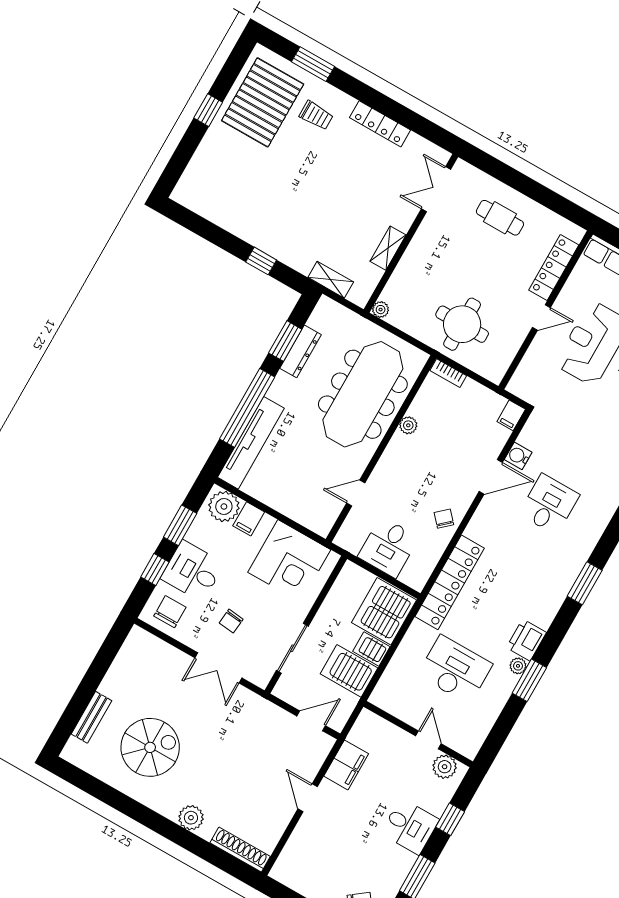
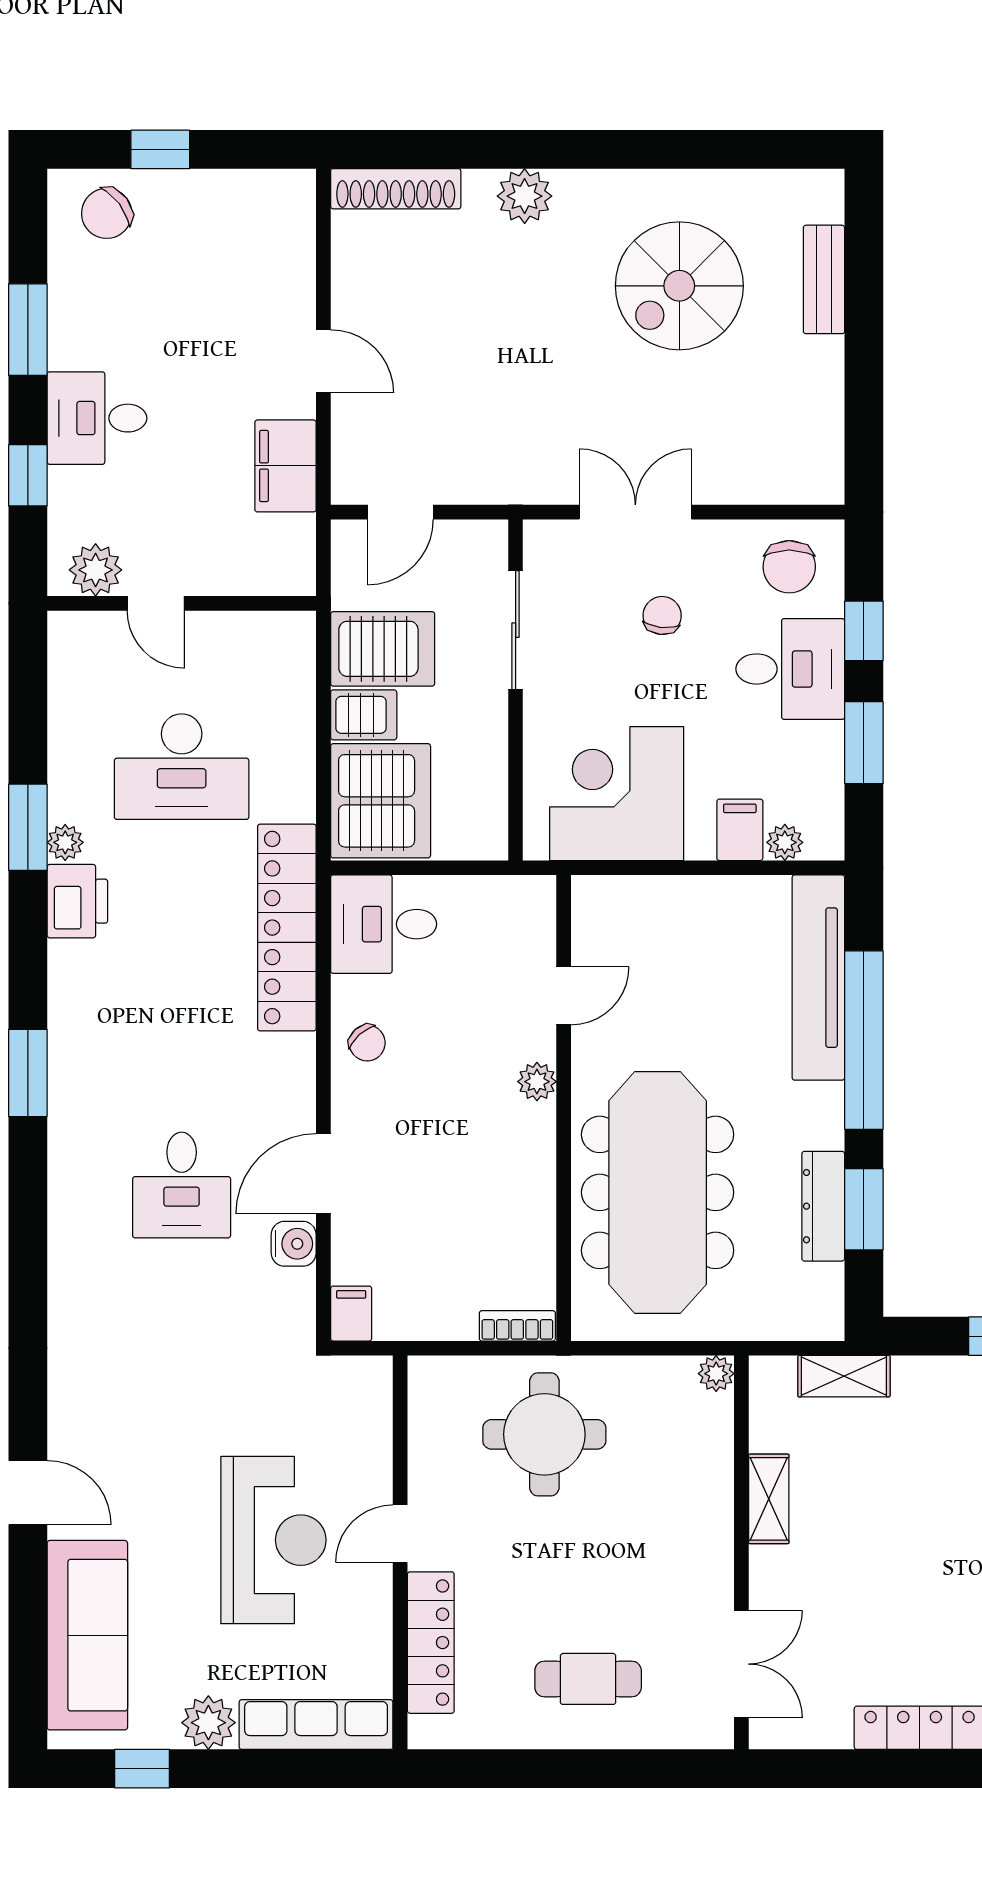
plant: (408, 425) -> (537, 1082), moved
plant: (224, 506) -> (785, 842), width x0.53, depth x0.53
desk: (388, 547) -> (384, 924), moved, turned -90

